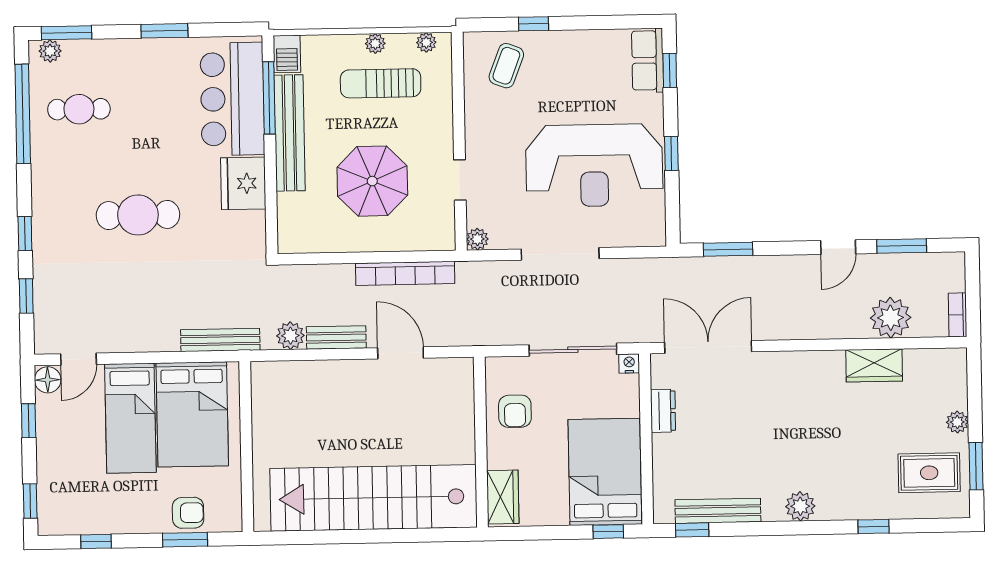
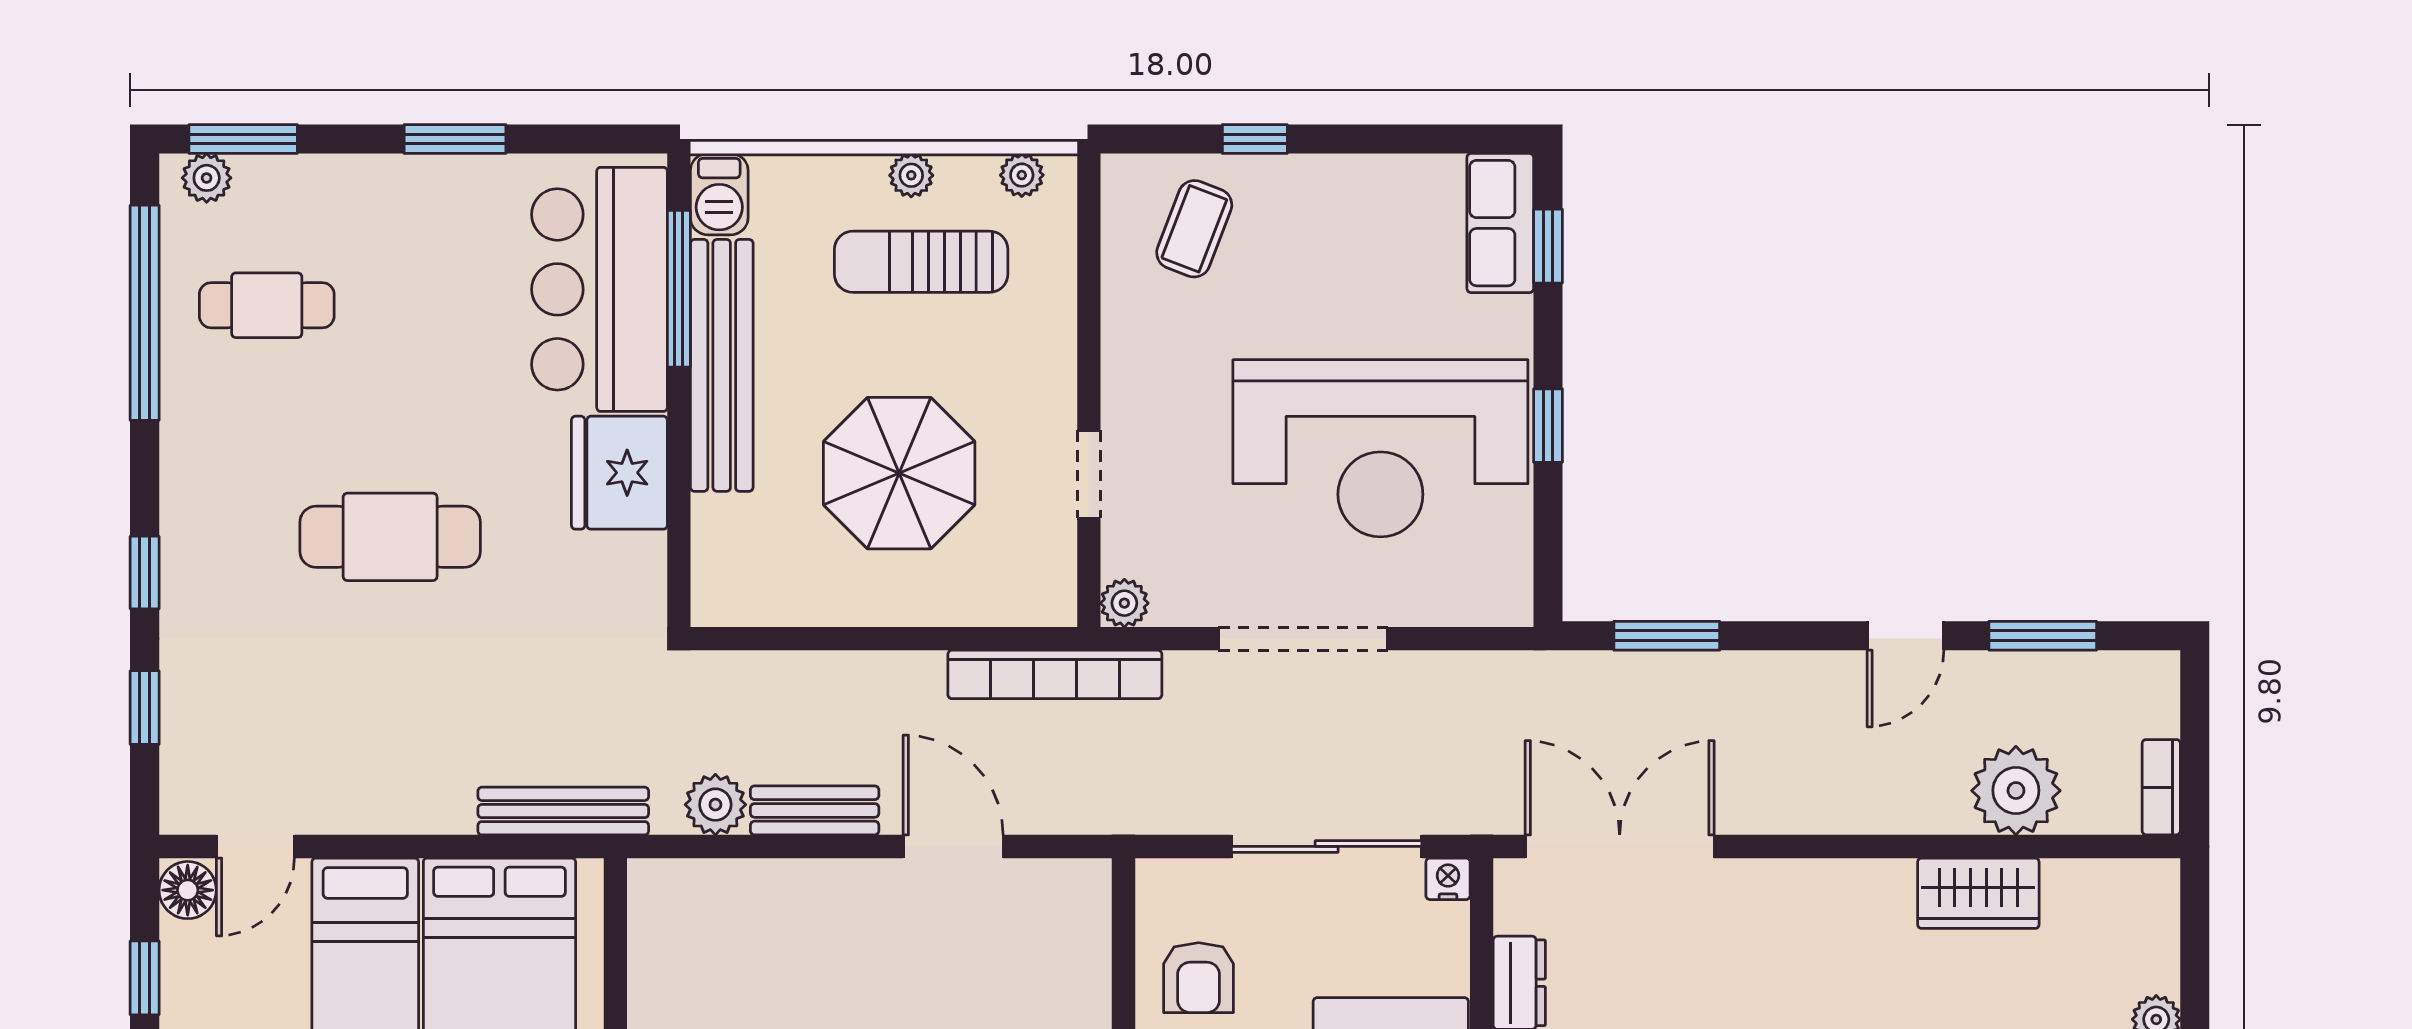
bookcase: (405, 273) -> (1055, 674), moved

